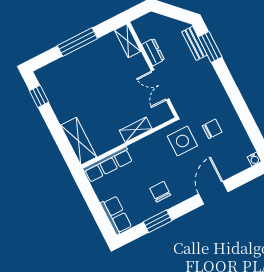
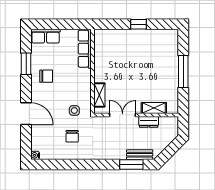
shelving: (128, 41) -> (154, 108), moved
window: (39, 96) -> (138, 24), moved
shelving: (136, 130) -> (99, 95), moved
shelving: (79, 141) -> (112, 36), removed
side table: (182, 141) -> (74, 111), width x0.54, depth x0.54

